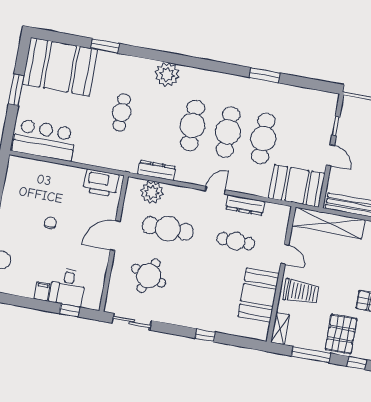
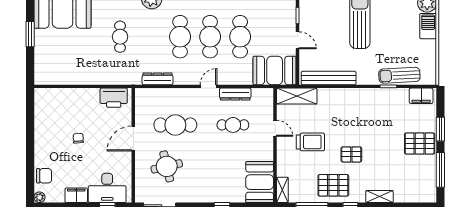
bar counter: (44, 140) -> (61, 71), removed
plant: (152, 192) -> (157, 97), removed
shelving: (328, 223) -> (297, 96), width x0.68
round table: (149, 276) -> (167, 166), turned -32
desk: (68, 287) -> (107, 188), width x1.37
filing cabinet: (42, 291) -> (76, 195), width x2.00
trolley: (301, 292) -> (310, 142), moved
booth: (258, 295) -> (260, 182), moved
pallet: (341, 334) -> (333, 185), turned 90

